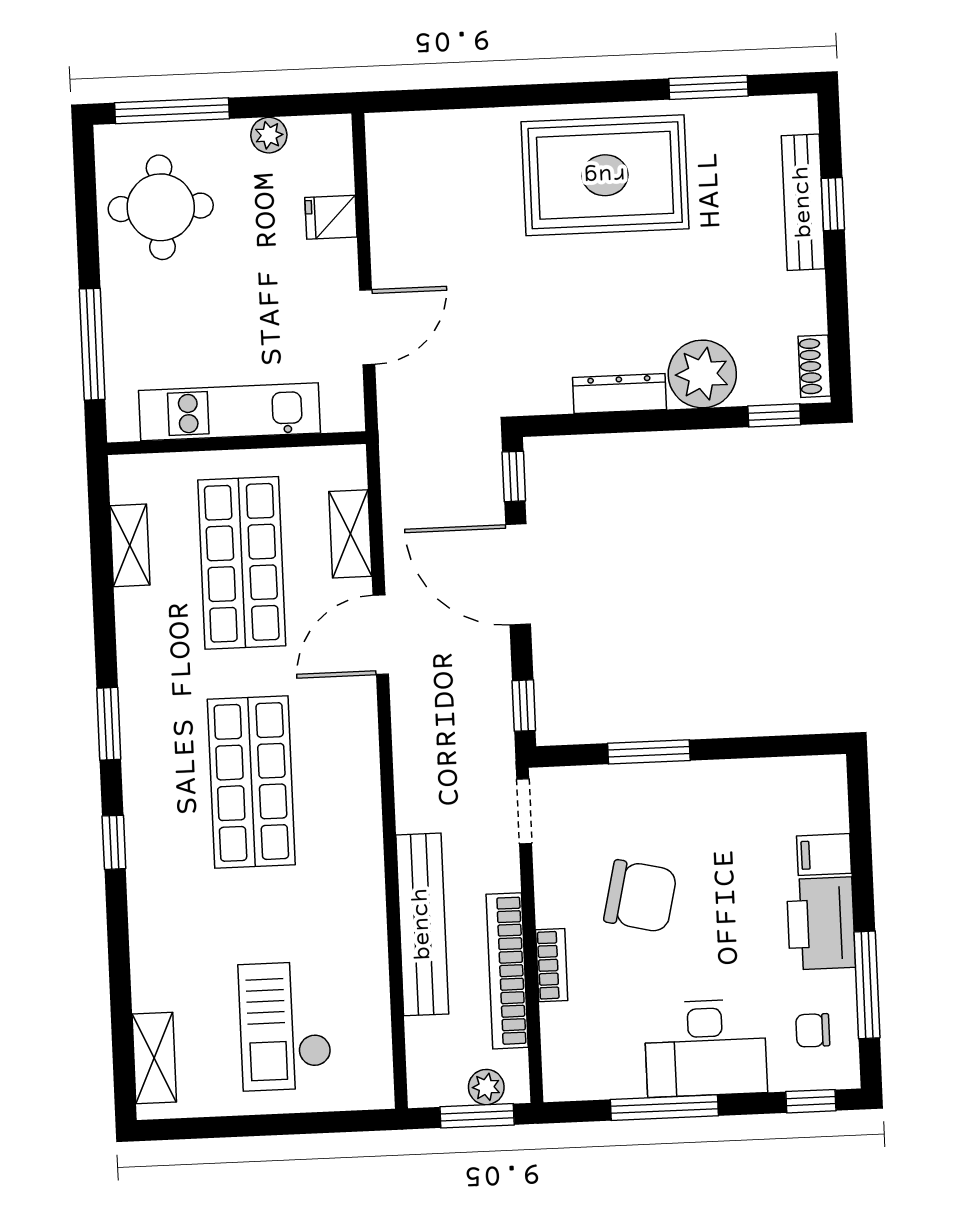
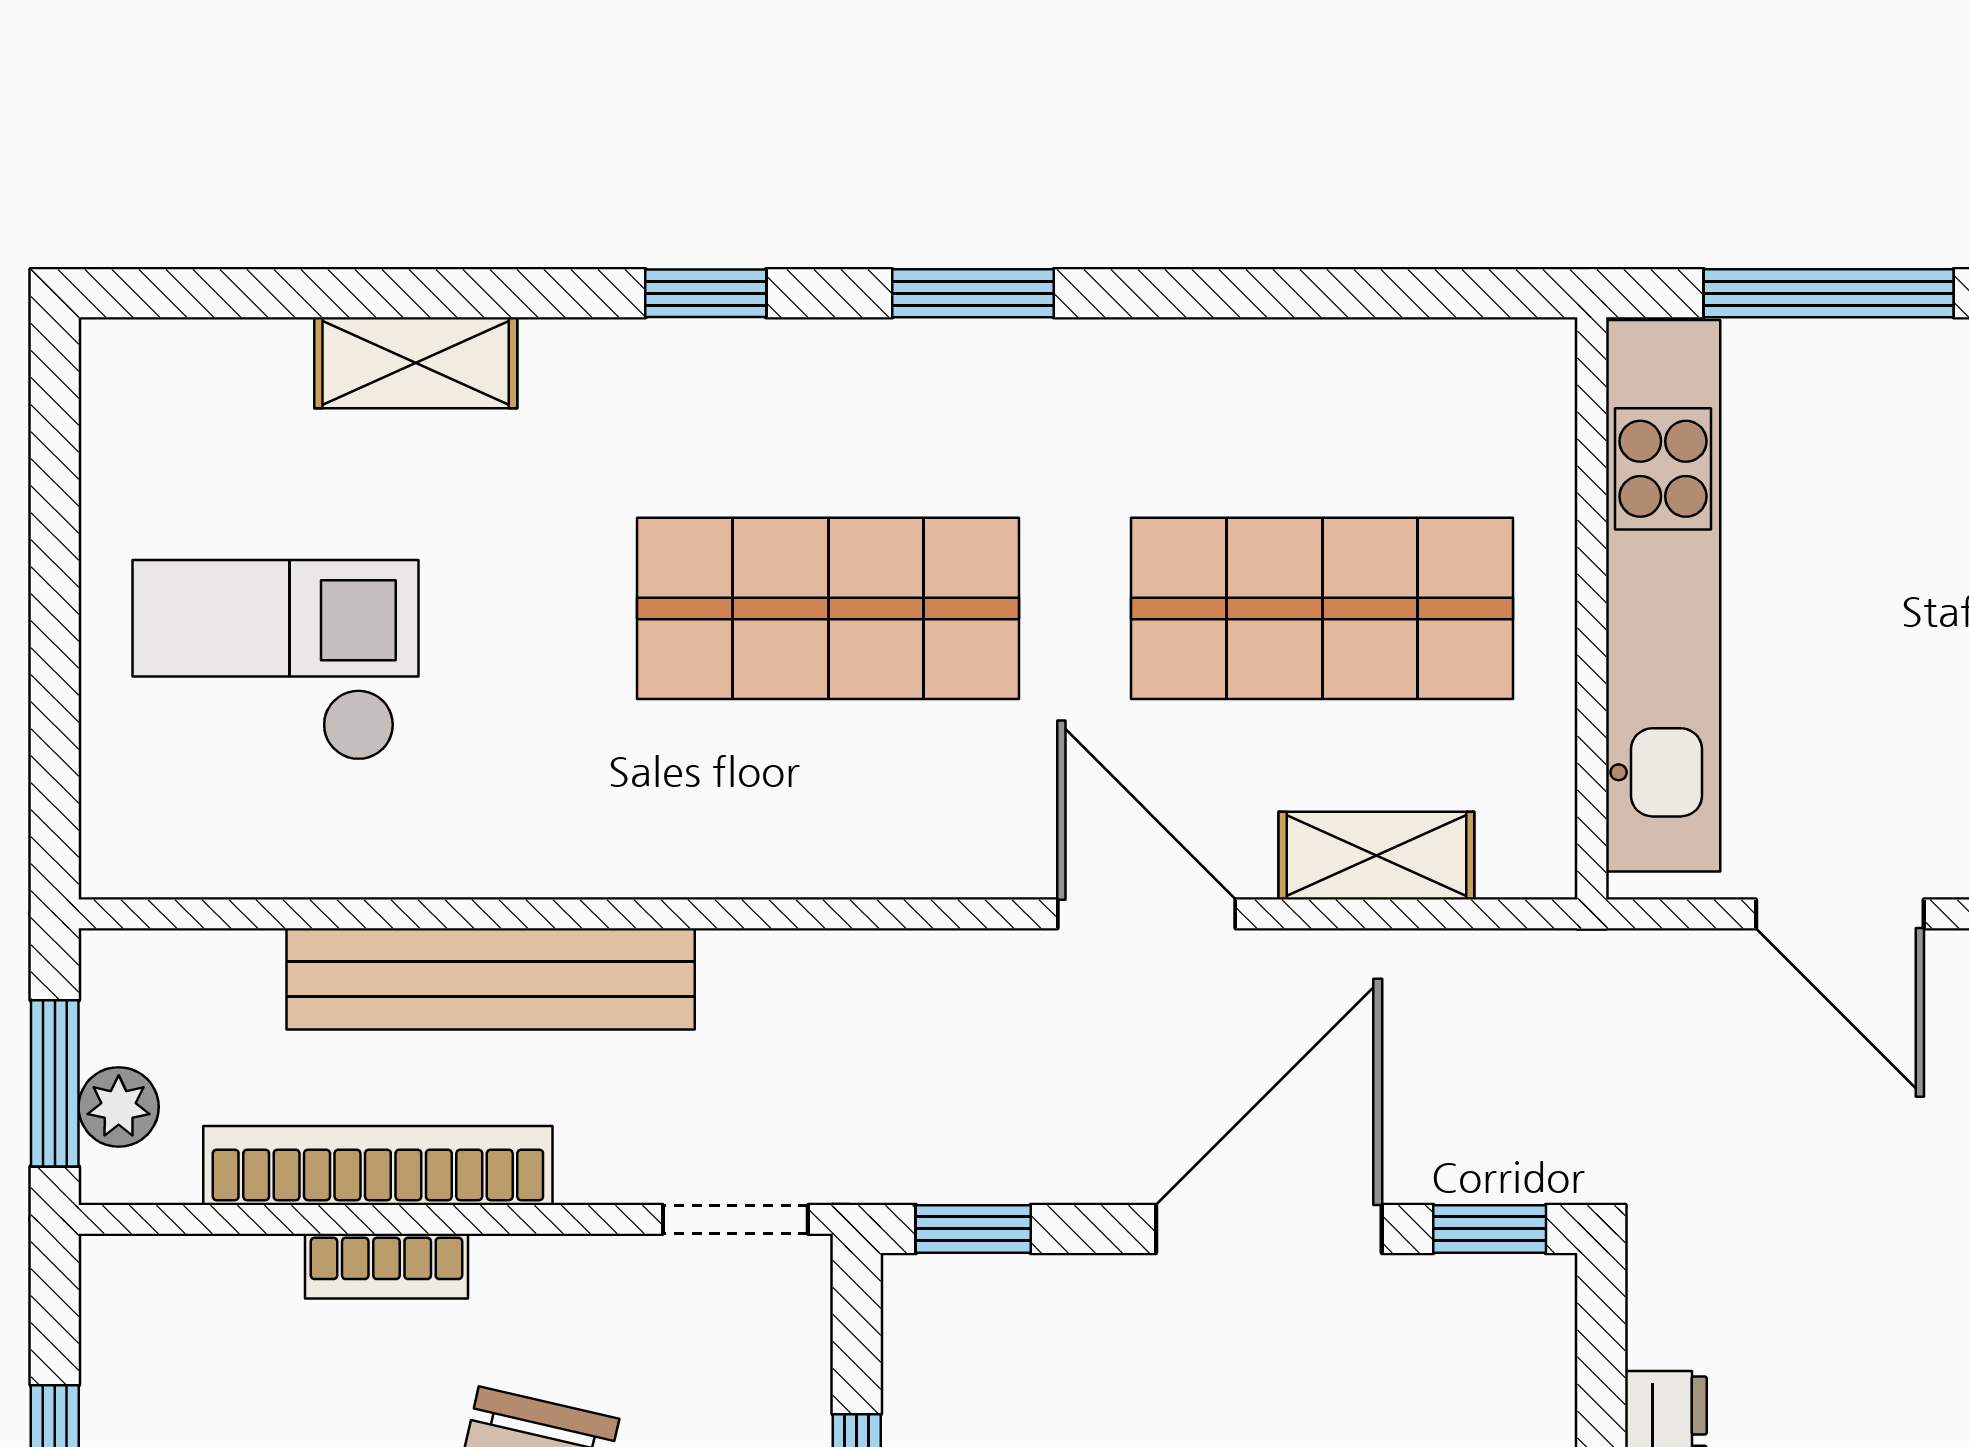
kitchen unit: (230, 412) -> (1663, 596), width x1.36
shelving: (130, 545) -> (1372, 358), removed
shelving: (154, 1058) -> (416, 363), moved

